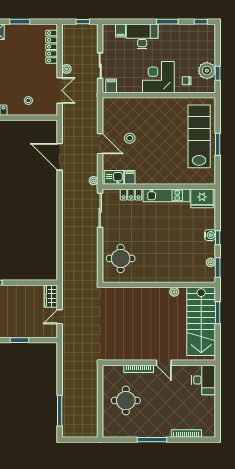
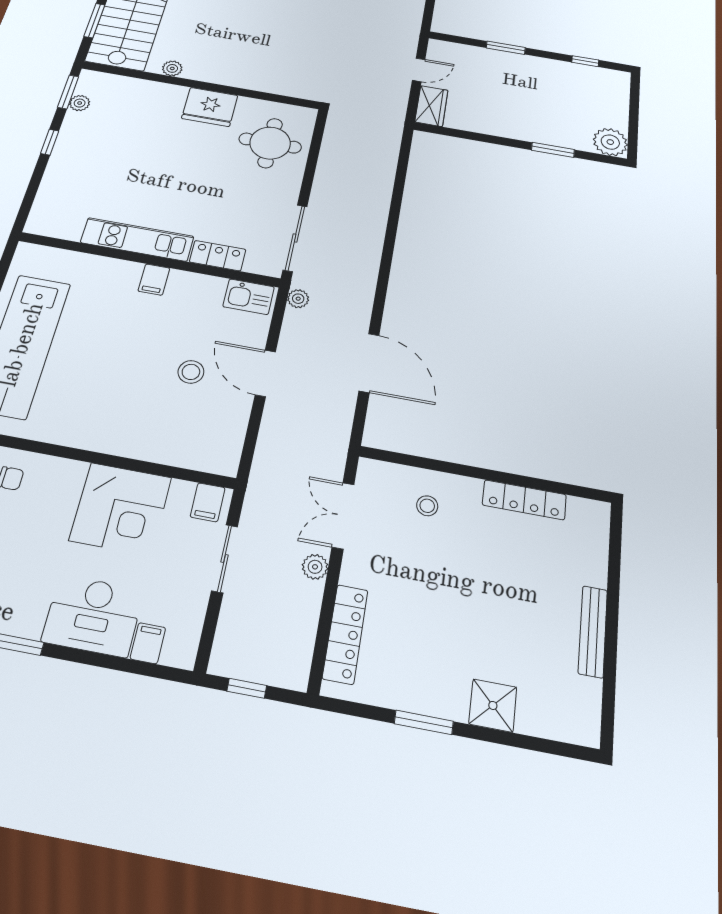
corner desk: (158, 77) -> (121, 509), moved
filing cabinet: (130, 177) -> (154, 280), moved
fridge: (202, 198) -> (210, 107), moved, turned 180
water cooler: (210, 235) -> (65, 150), removed

